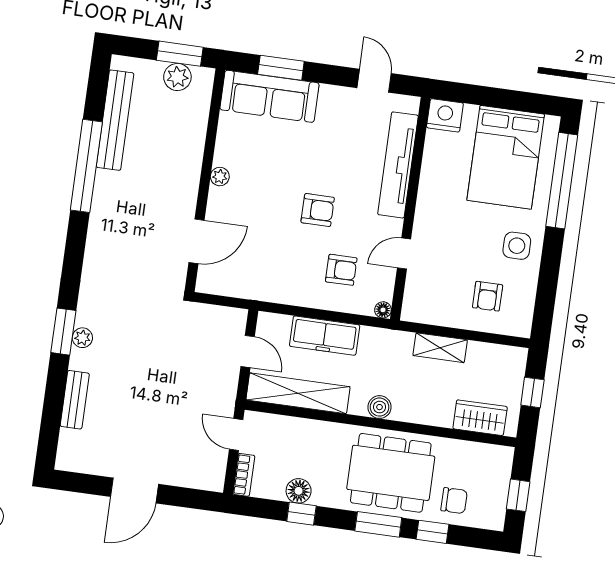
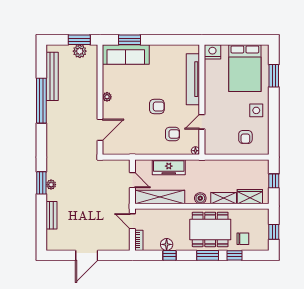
door: (374, 81) -> (176, 40), removed
window: (562, 181) -> (274, 76), width x0.47
shelving: (440, 348) -> (224, 198), moved

